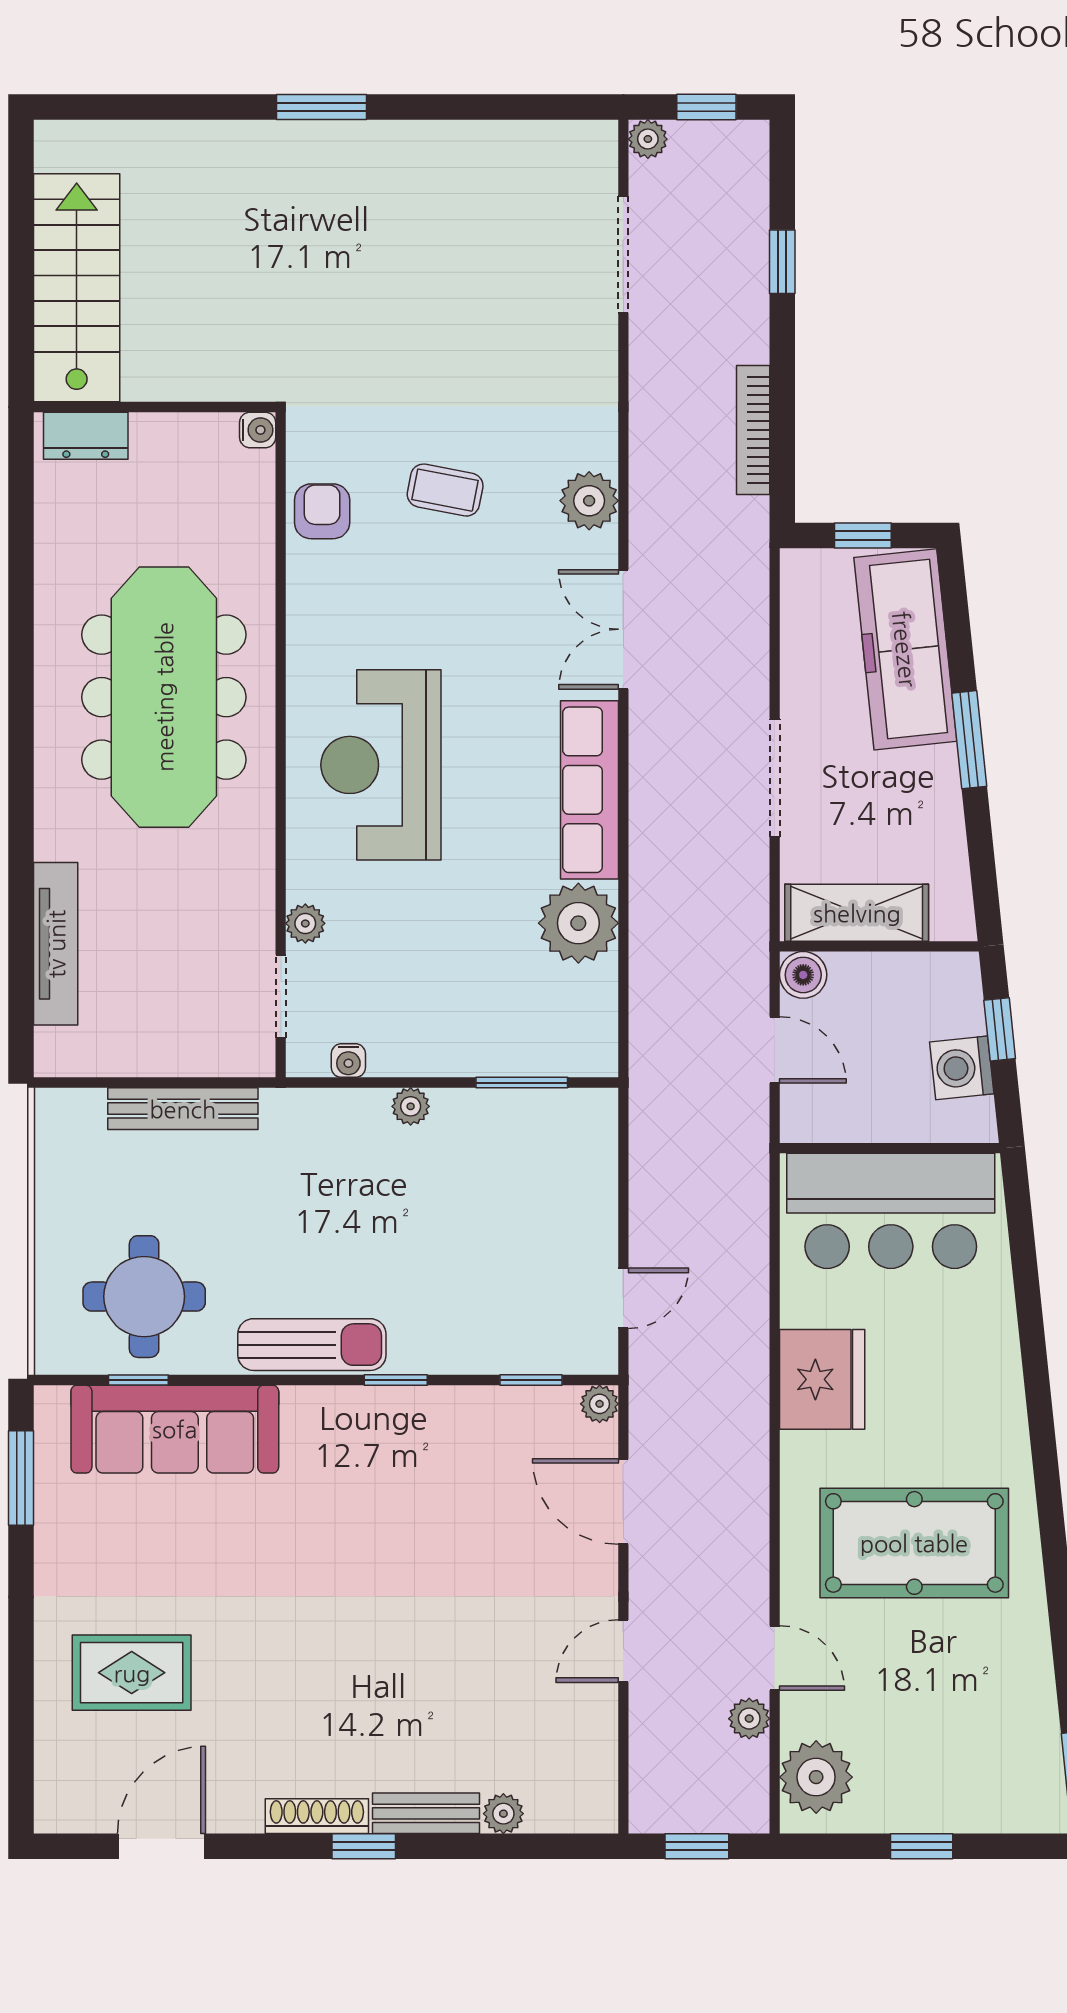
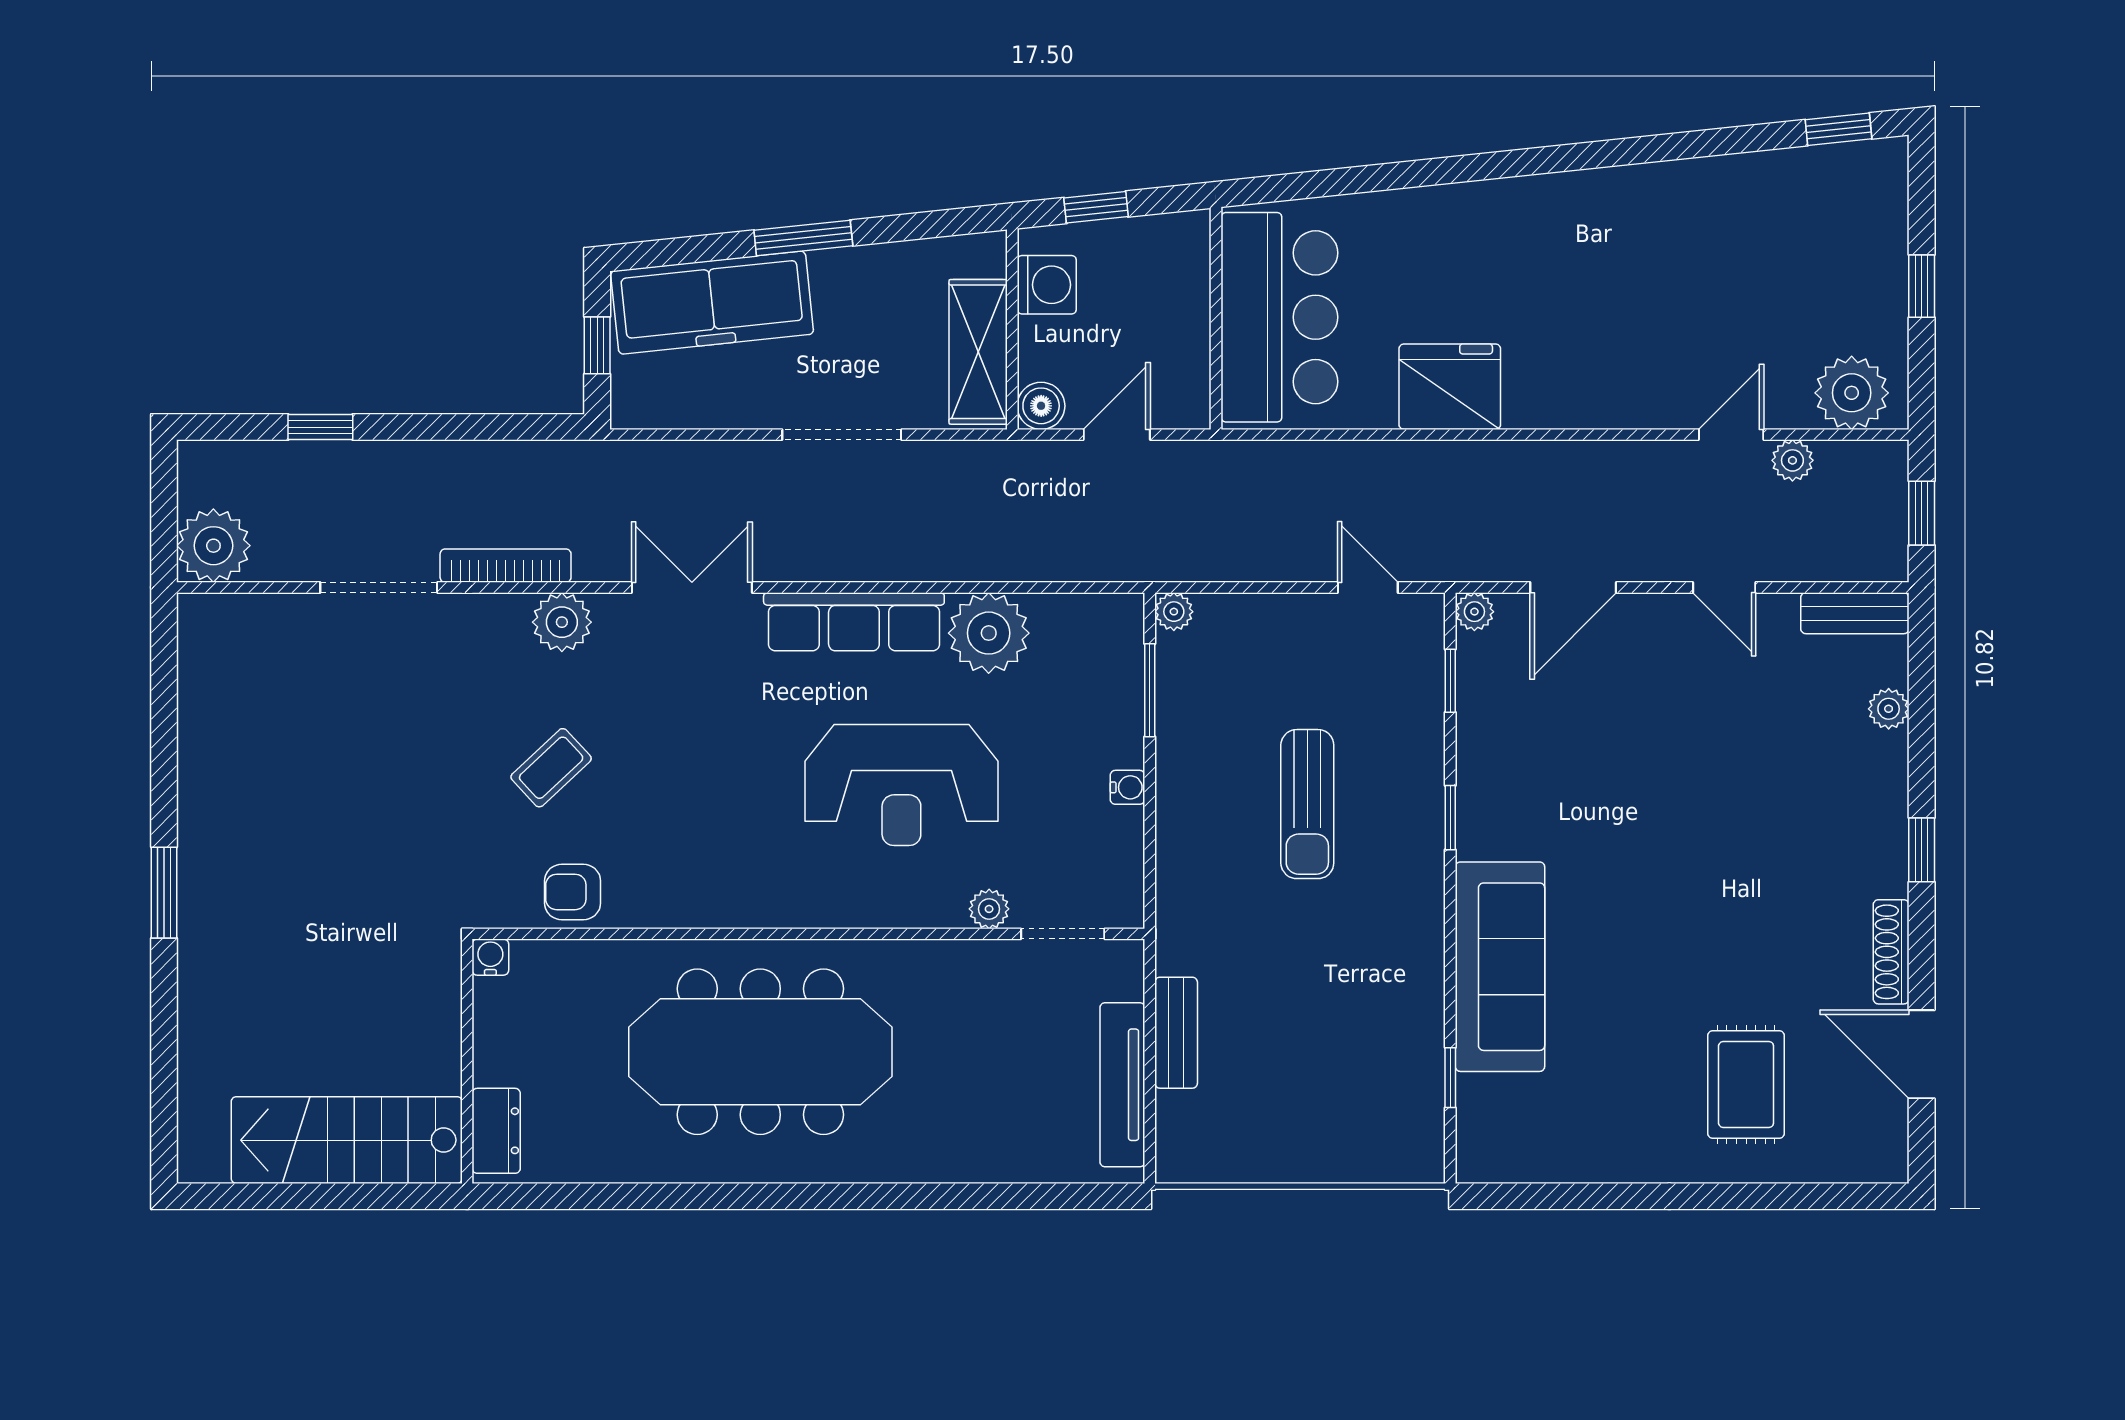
window: (706, 107) -> (164, 504), removed
plant: (648, 139) -> (213, 546), width x1.87, depth x1.87
doorway: (623, 255) -> (379, 587), moved
bookcase: (753, 430) -> (506, 566), moved, turned 180
coffee table: (445, 490) -> (551, 768), turned 36
double door: (623, 629) -> (692, 587), swing flipped
reception desk: (381, 765) -> (901, 785), moved
tv unit: (56, 944) -> (1122, 1085), moved, turned -90
water cooler: (348, 1061) -> (1128, 787), moved
washing machine: (962, 1068) -> (1047, 285), moved, turned -84
plant: (411, 1106) -> (1174, 612), moved
bench: (183, 1109) -> (1176, 1033), width x0.73
round table: (144, 1297) -> (1366, 1072), removed
sun lounger: (312, 1345) -> (1307, 804), moved, turned 180
sofa: (175, 1429) -> (1500, 967), moved
window: (21, 1478) -> (1549, 1196), removed
pool table: (914, 1543) -> (1615, 294), removed
bench: (426, 1813) -> (1855, 613), moved, turned 90
shoe rack: (317, 1816) -> (1891, 952), moved

